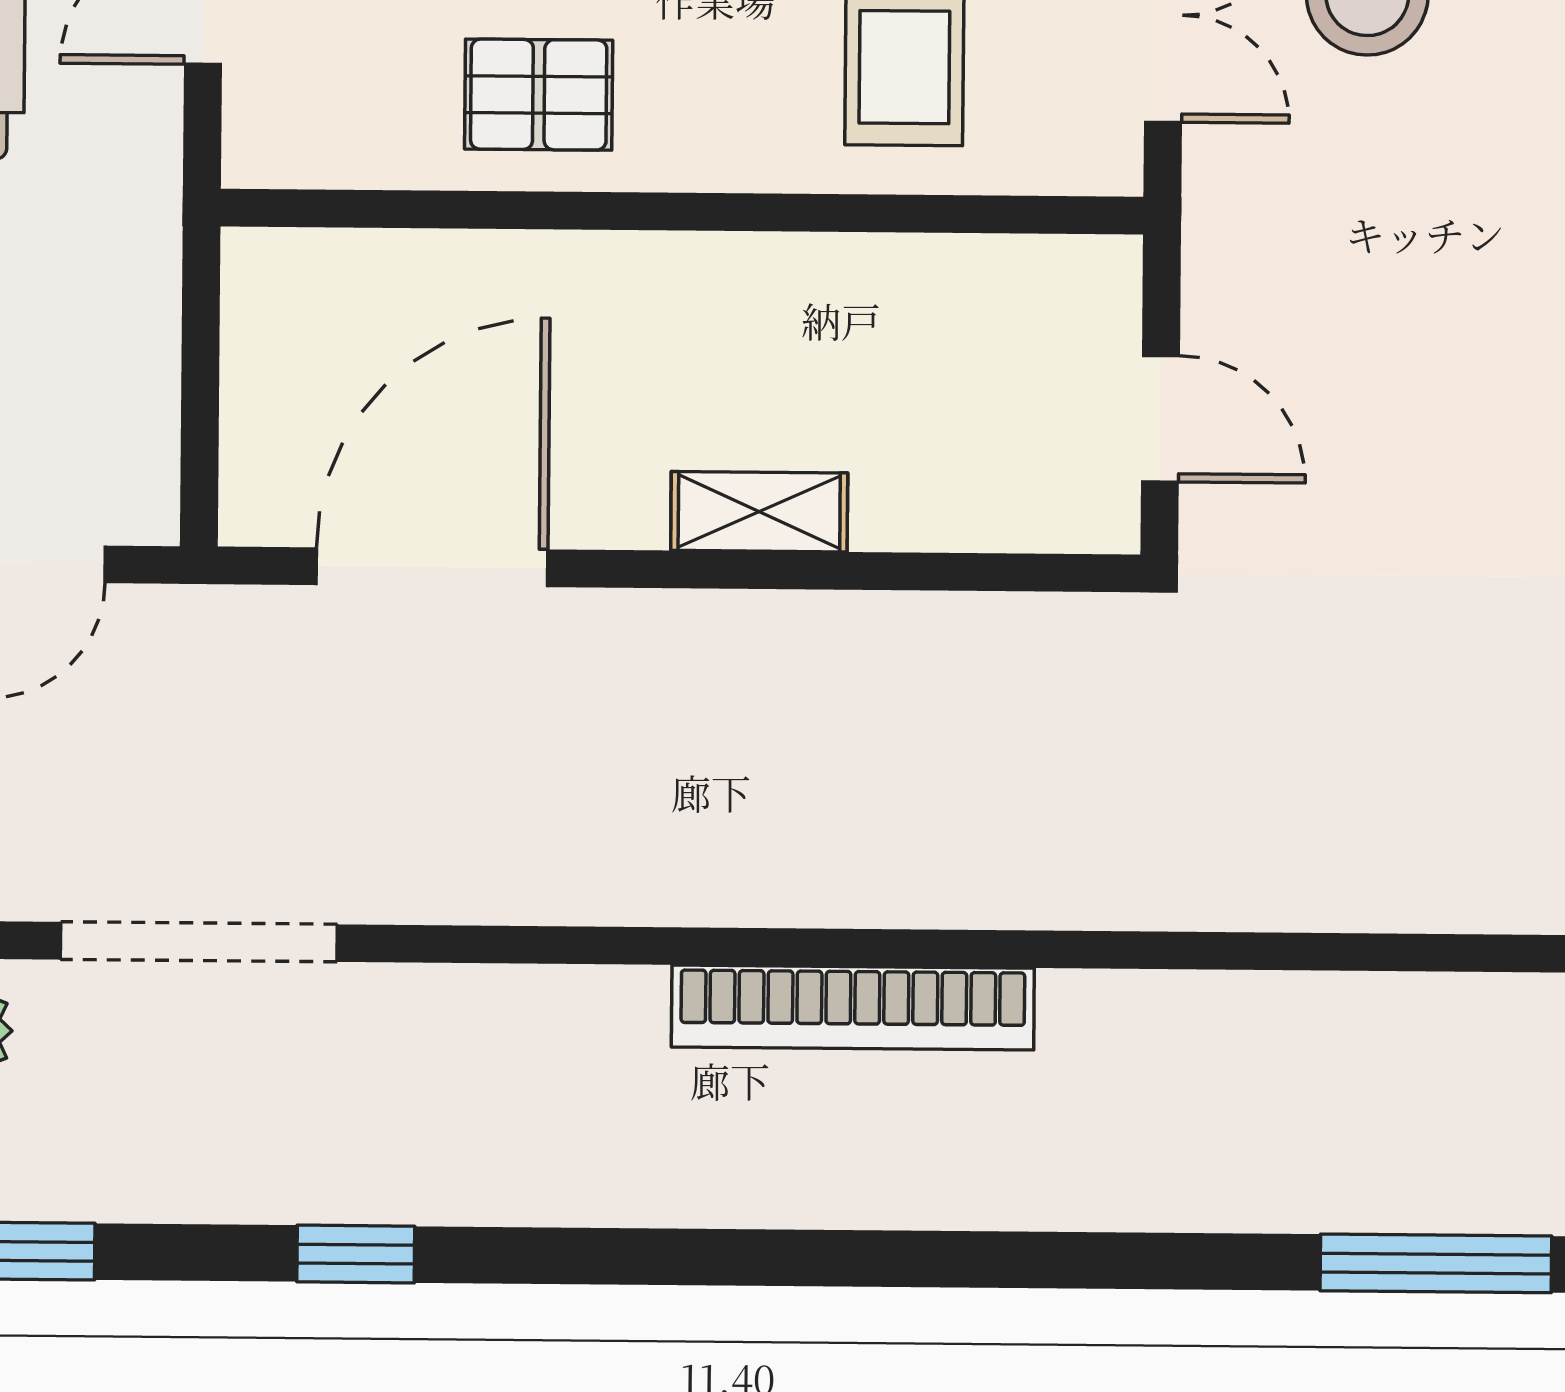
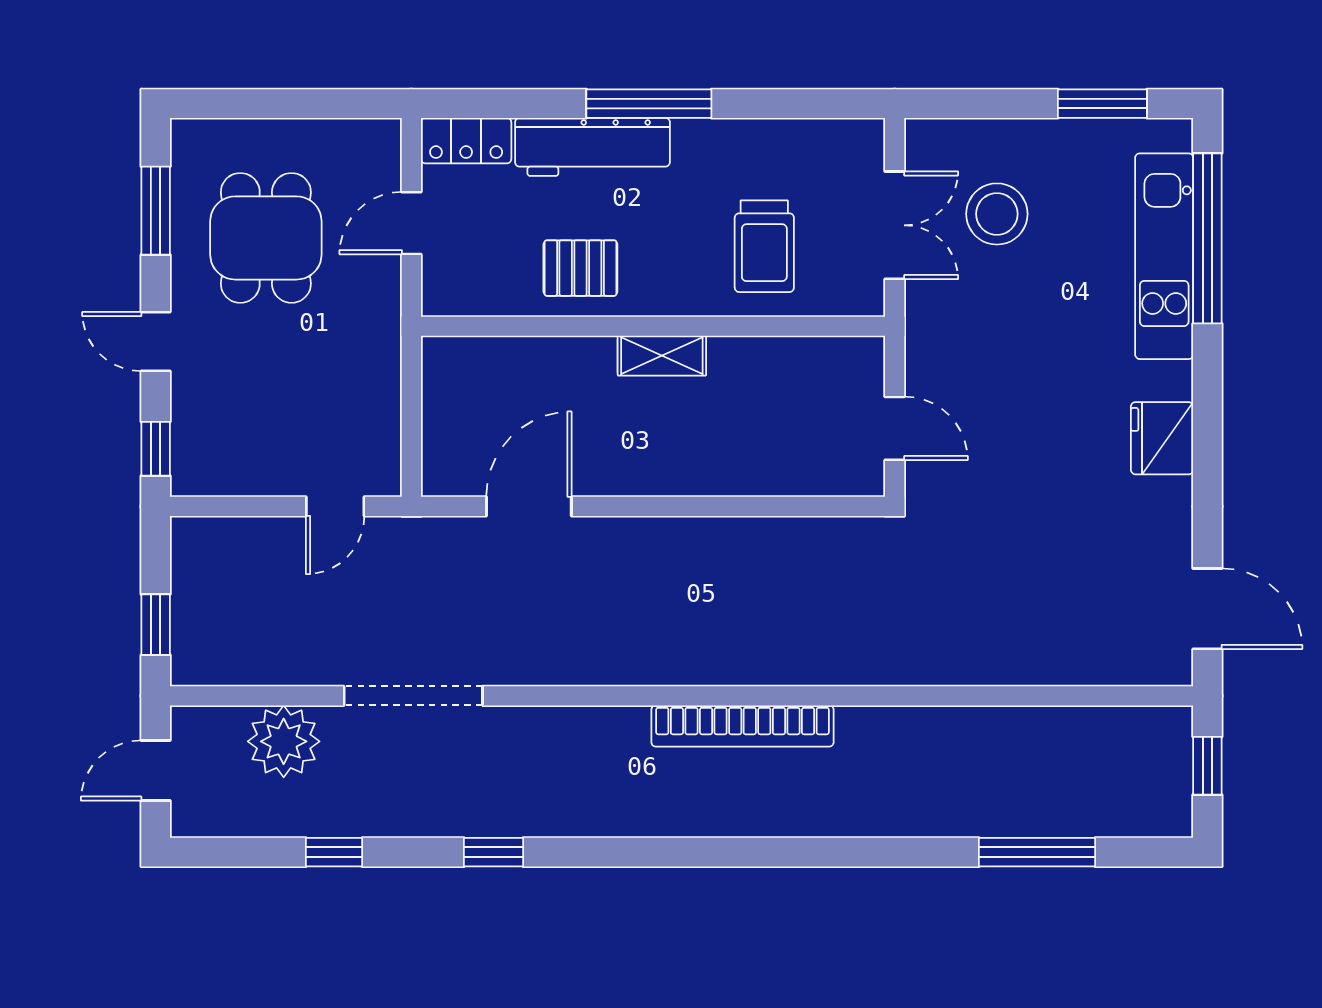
shelving: (759, 512) -> (662, 356), moved
door: (432, 567) -> (529, 506), width x0.73

